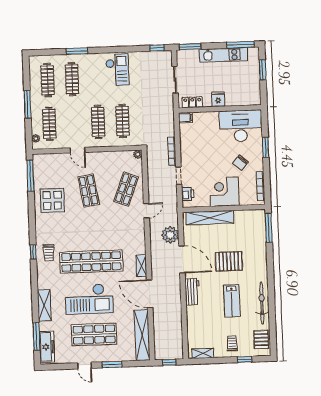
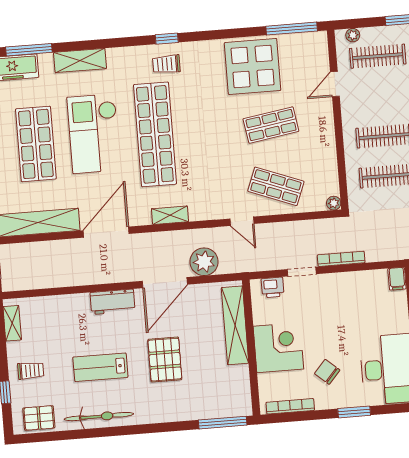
door: (77, 150) -> (335, 84), moved
display table: (52, 200) -> (253, 66), width x1.36, depth x1.36
shelving: (141, 266) -> (170, 215), moved

